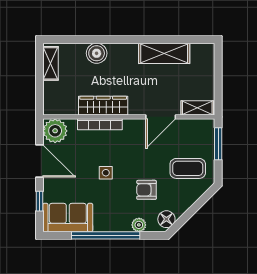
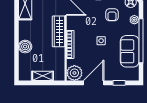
shelving: (51, 63) -> (43, 76), moved
wardrobe: (103, 106) -> (58, 31), moved
sofa: (68, 218) -> (130, 51), moved

